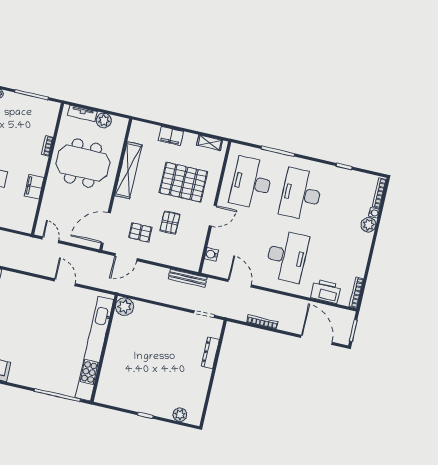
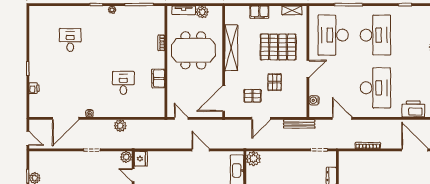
desk: (301, 194) -> (375, 35), turned 180
door: (126, 257) -> (261, 118), moved

